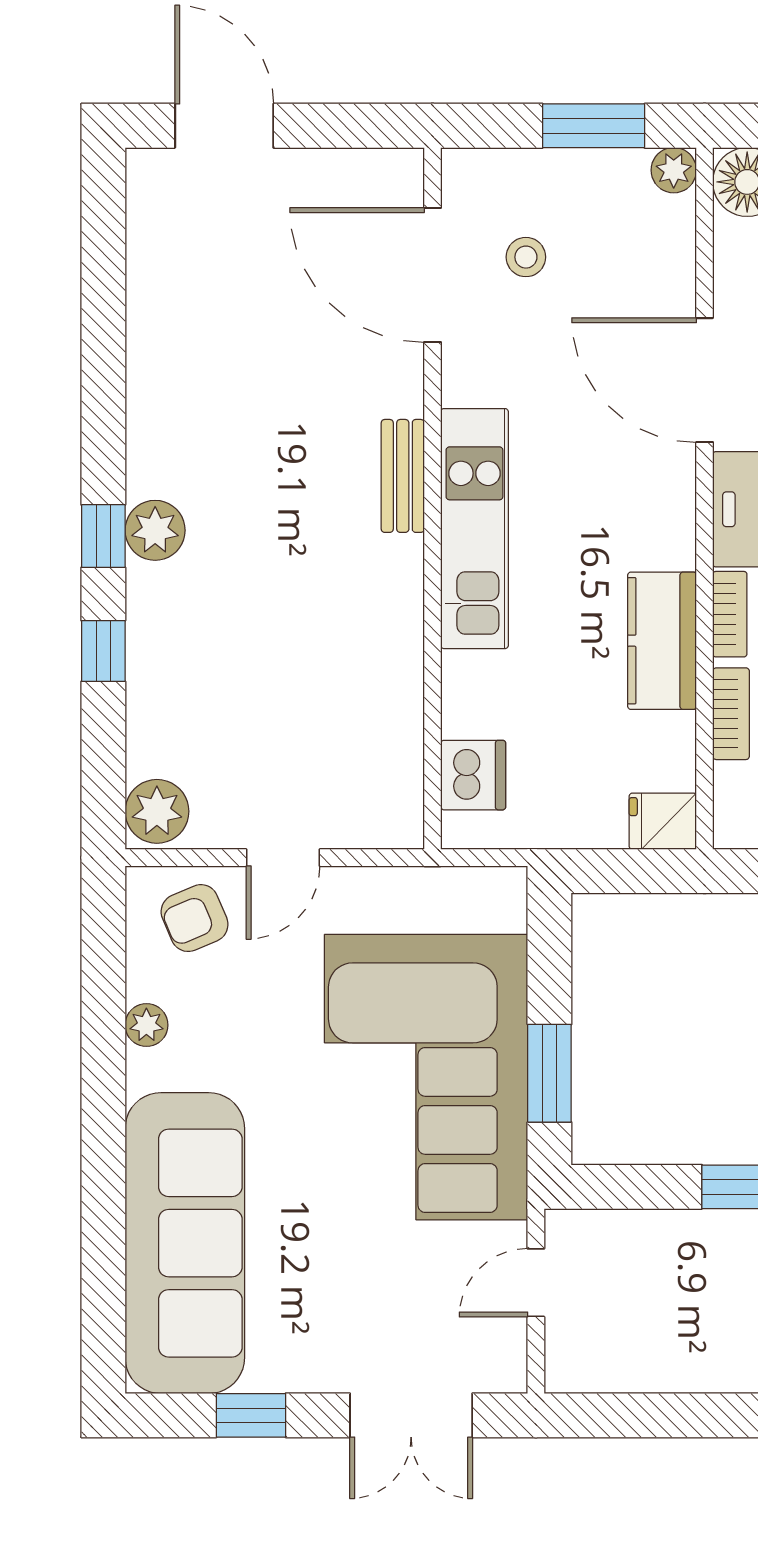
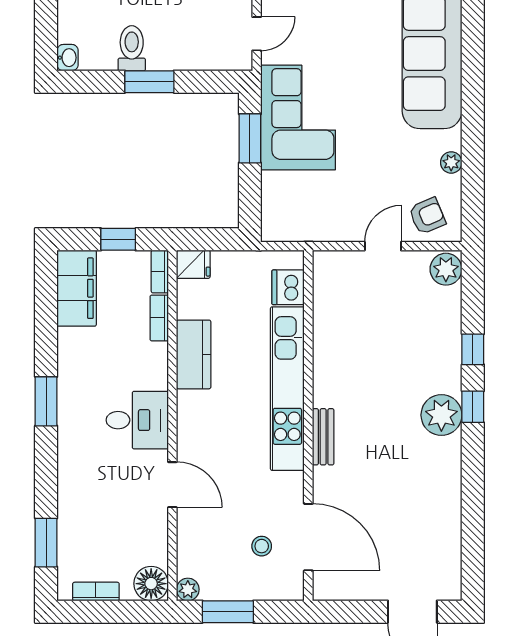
door: (705, 380) -> (172, 485), width x0.73
kitchen unit: (474, 529) -> (287, 389), width x1.36
plant: (155, 530) -> (441, 415), width x1.36, depth x1.36
bookcase: (730, 614) -> (160, 272), moved
corner sofa: (426, 1077) -> (298, 117), width x0.73, depth x0.74

